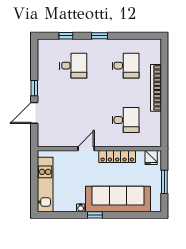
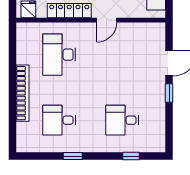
window: (100, 36) -> (73, 156), moved
desk: (125, 120) -> (59, 55), width x1.37

